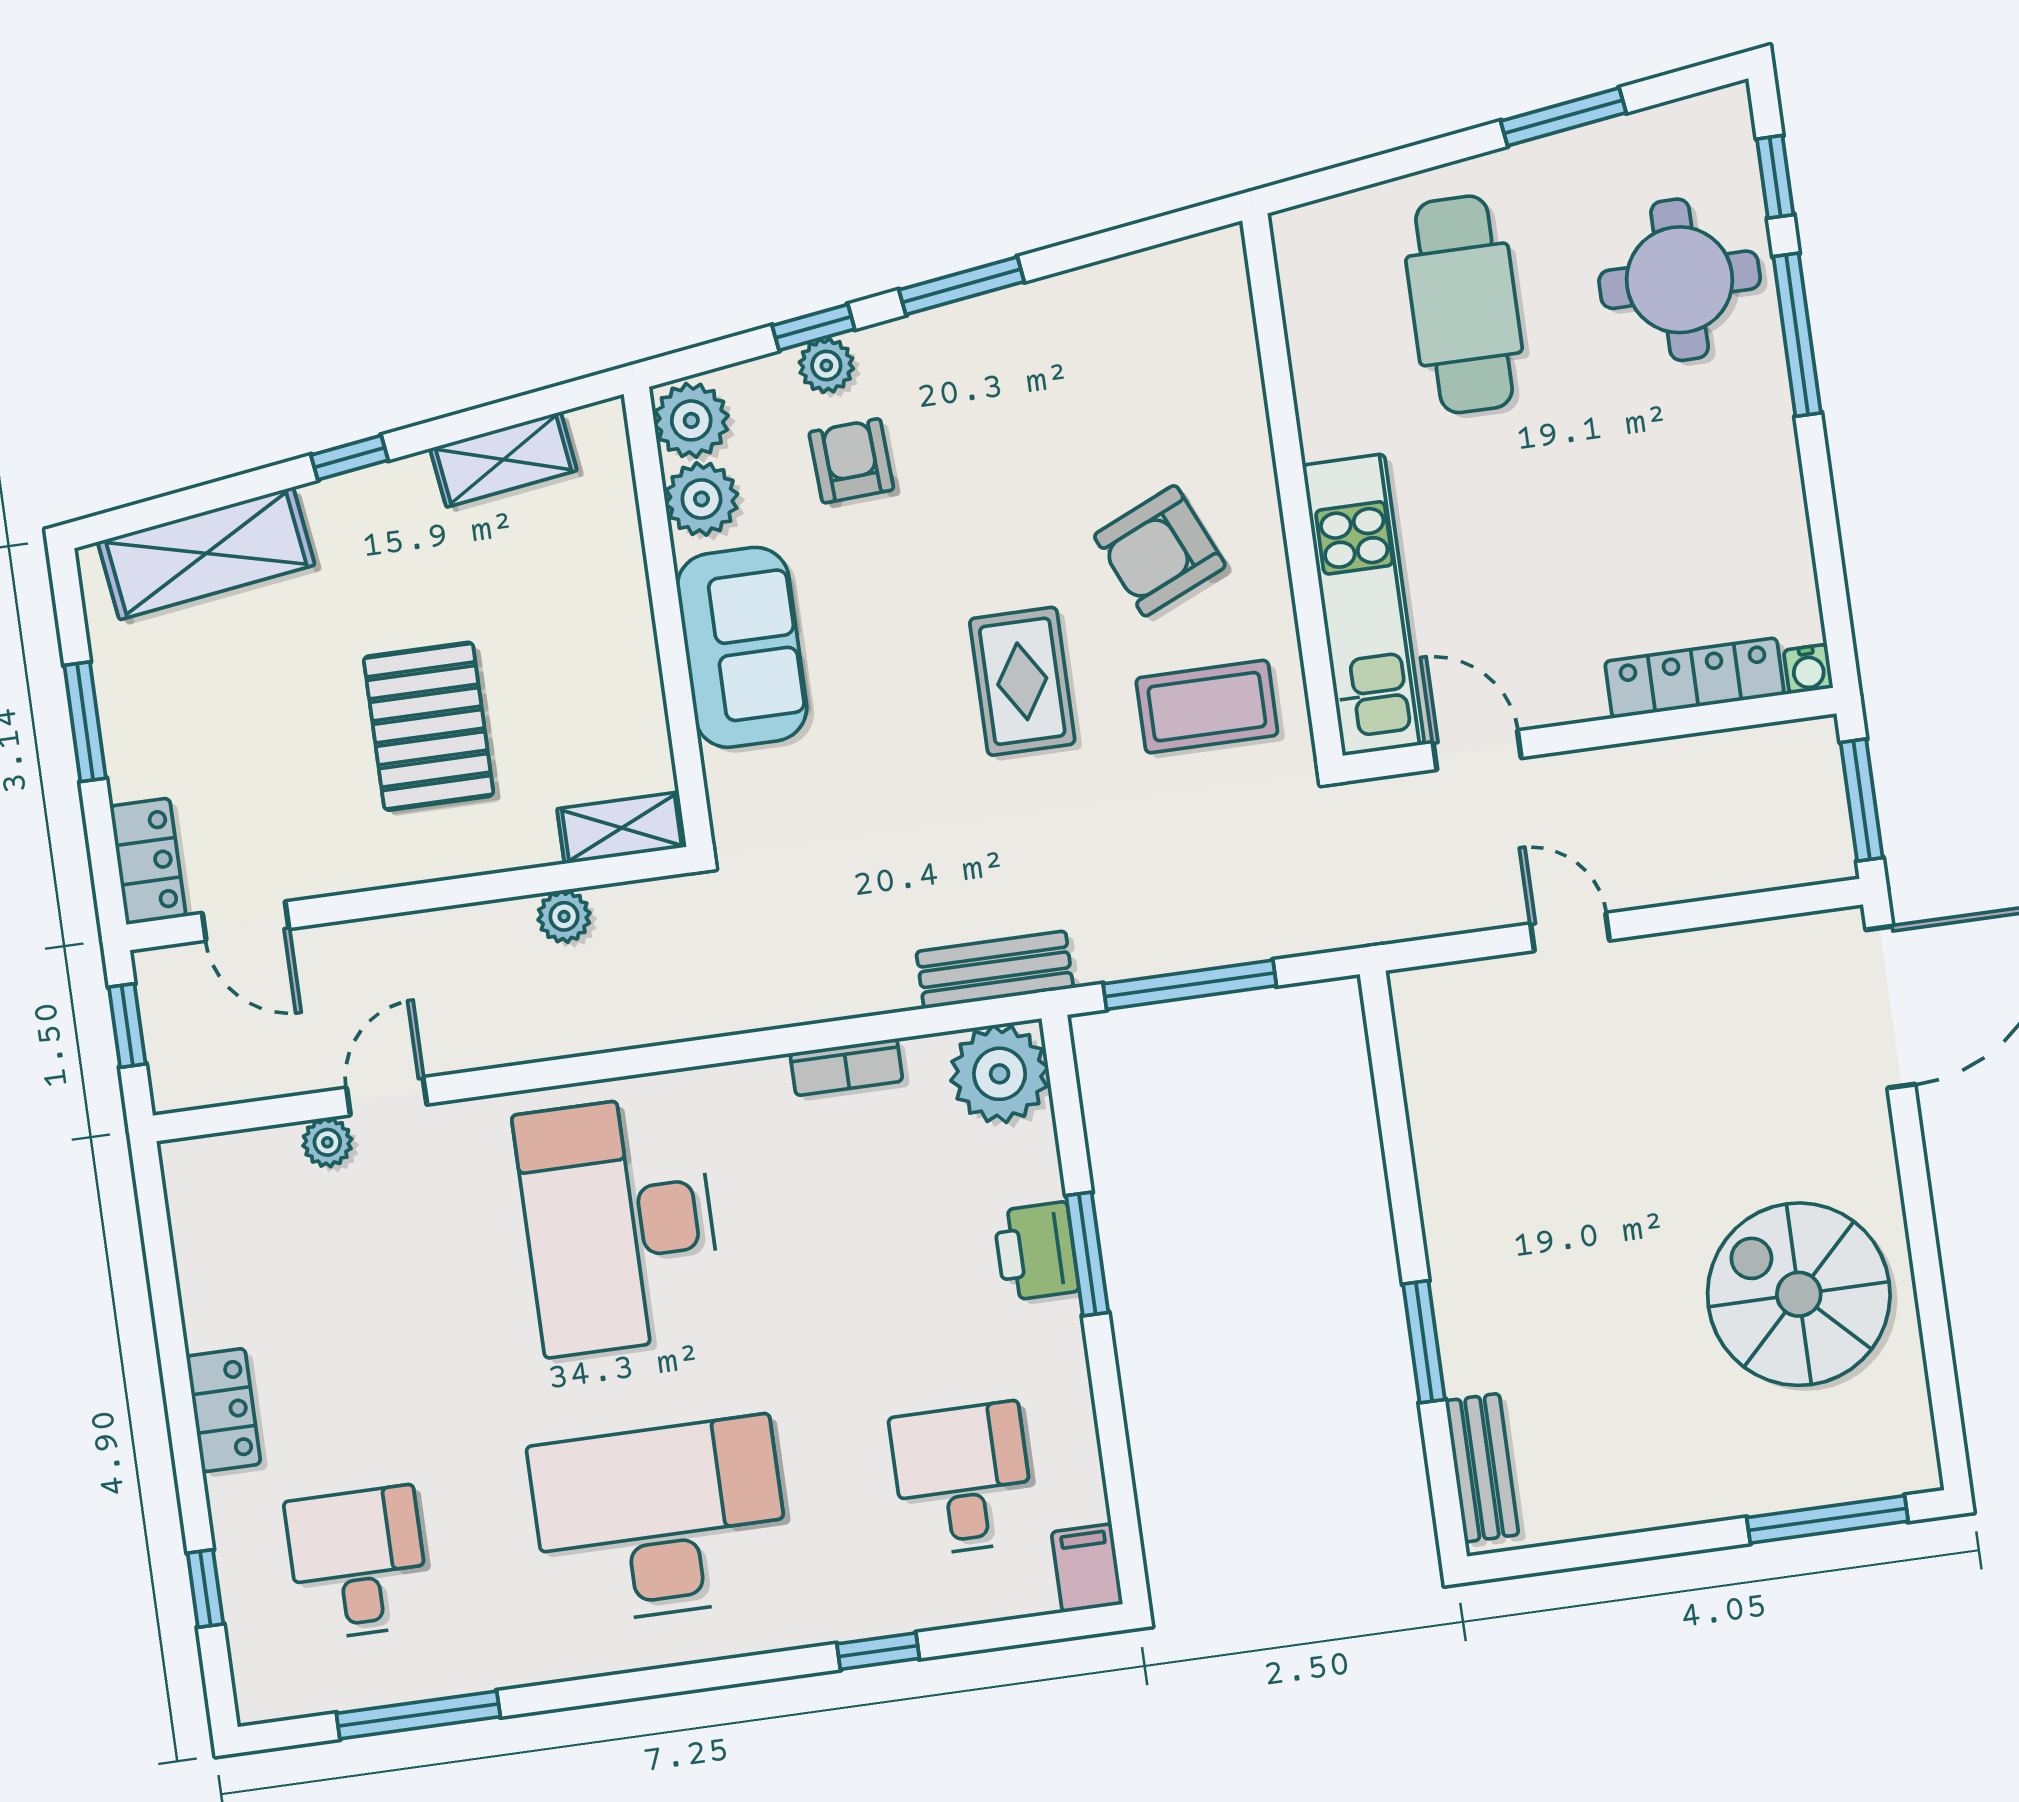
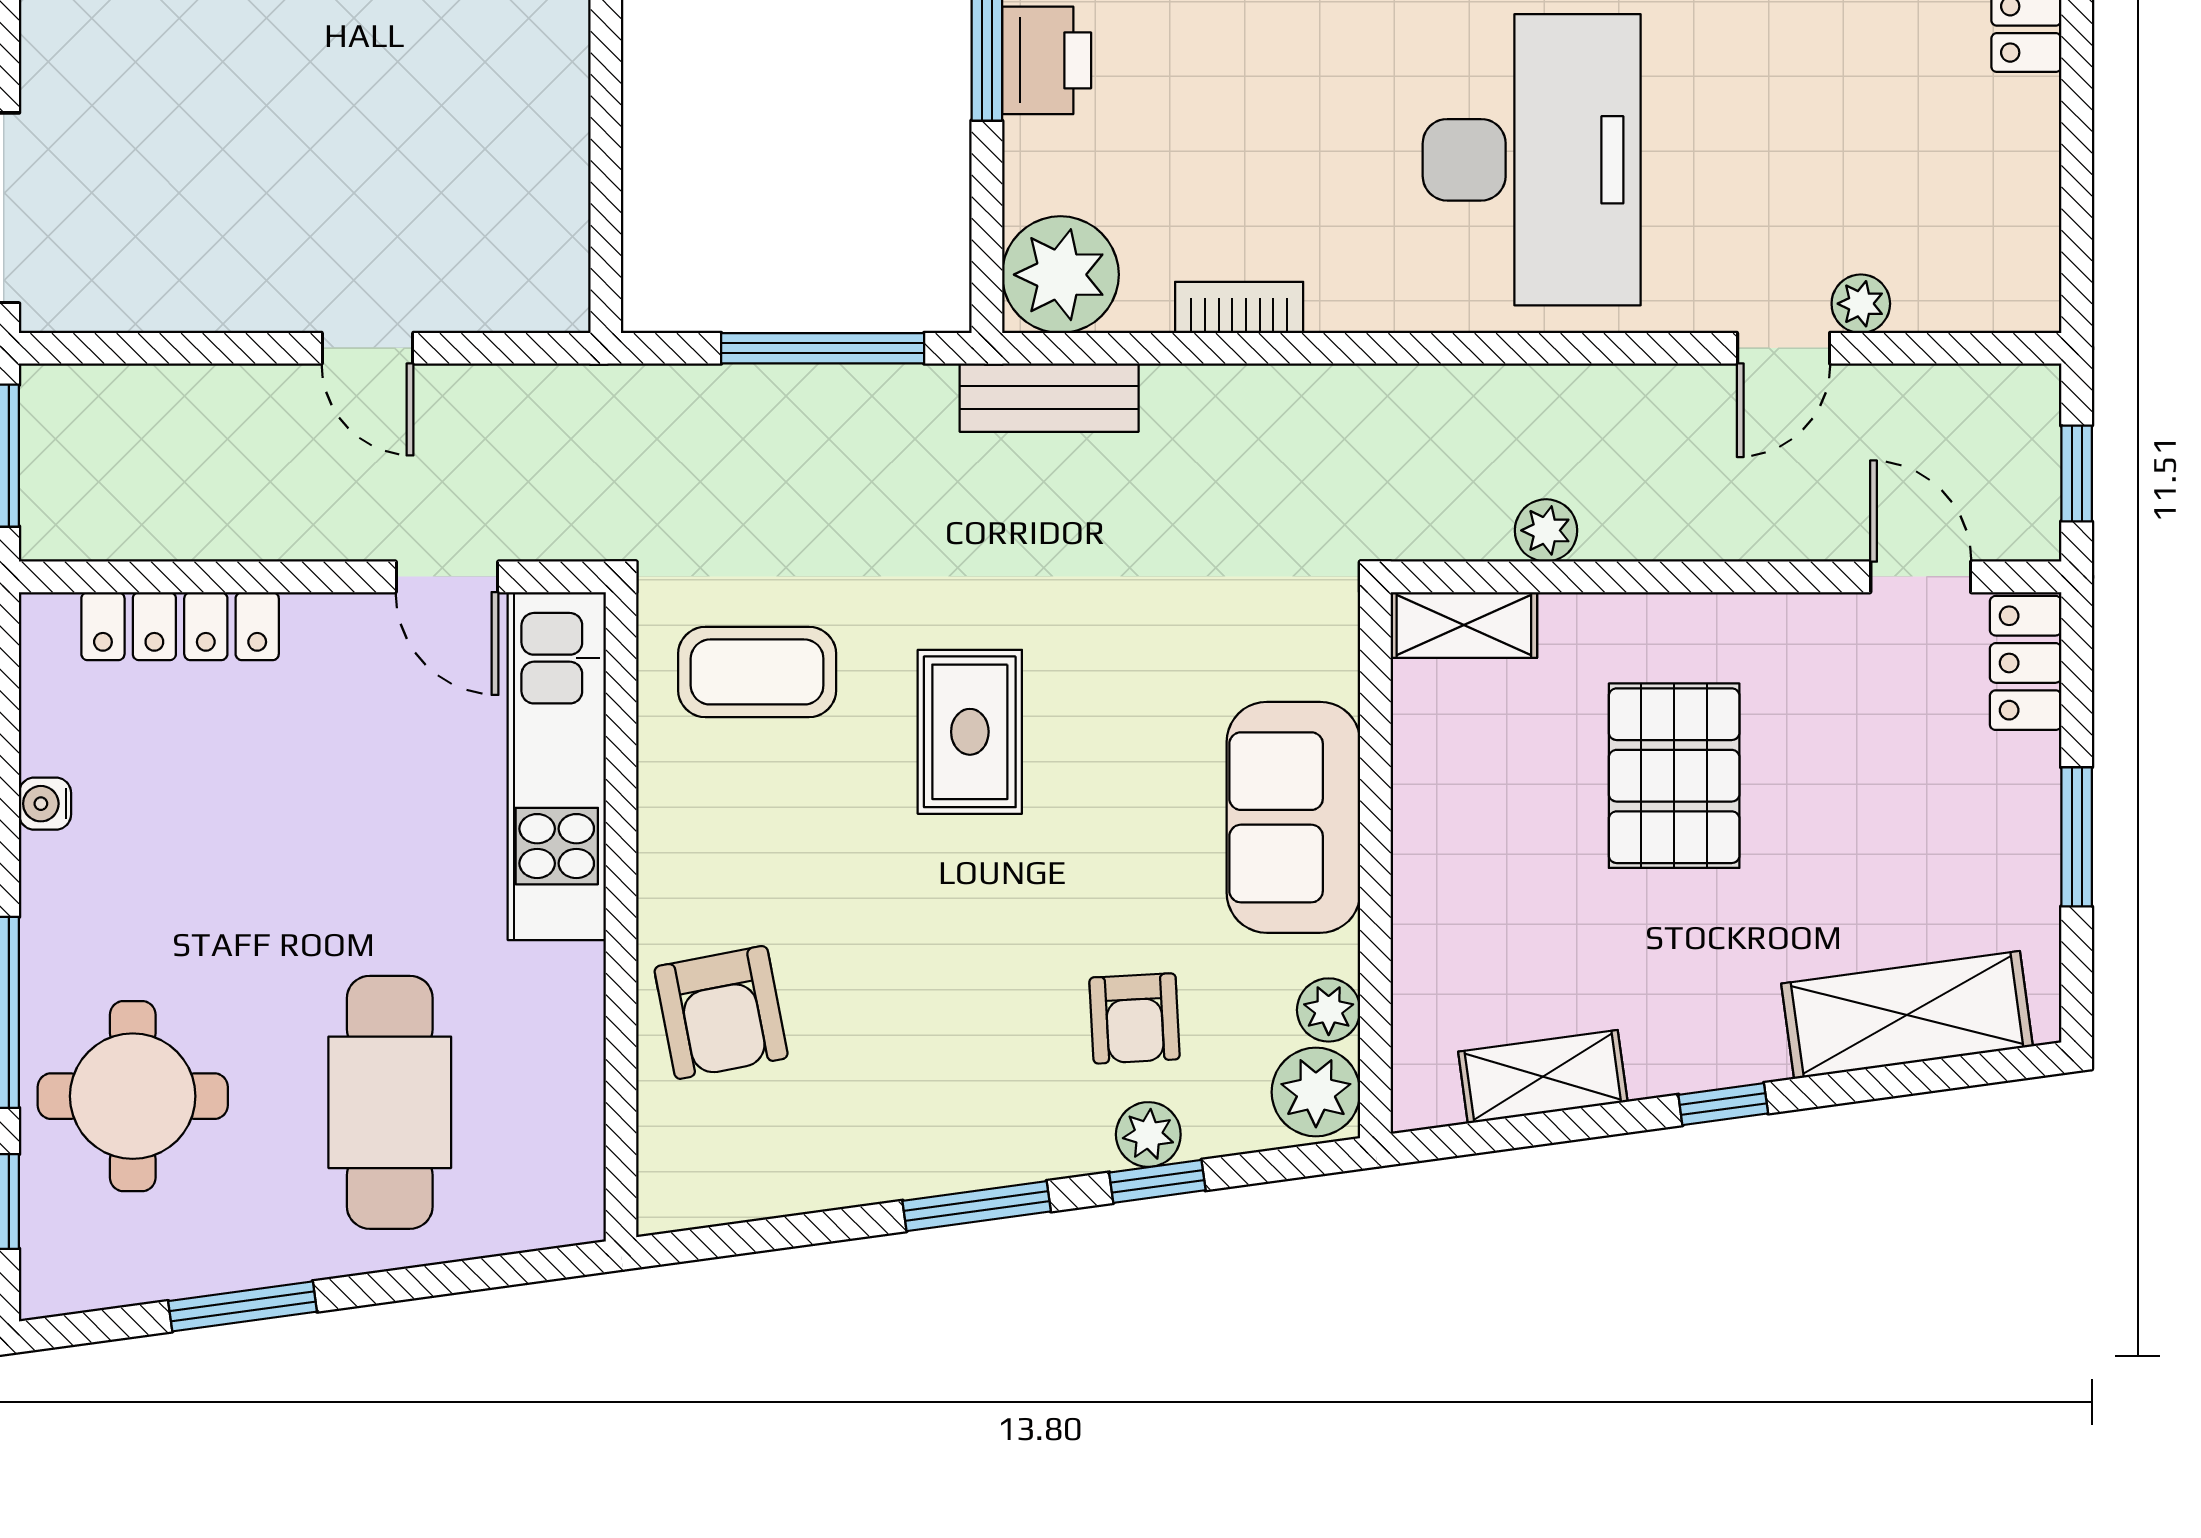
plant: (701, 499) -> (1329, 1010), width x0.73, depth x0.73
armchair: (1160, 551) -> (721, 1012), moved, turned 103
water cooler: (1808, 669) -> (45, 804), moved, turned -90

